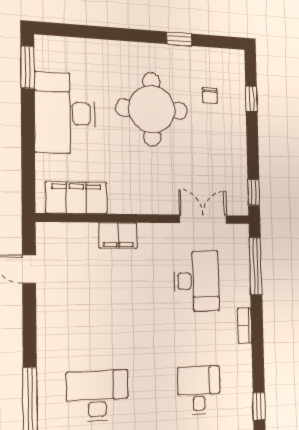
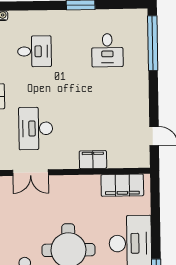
desk: (199, 390) -> (34, 51), turned -90
desk: (97, 396) -> (107, 50), width x0.73

